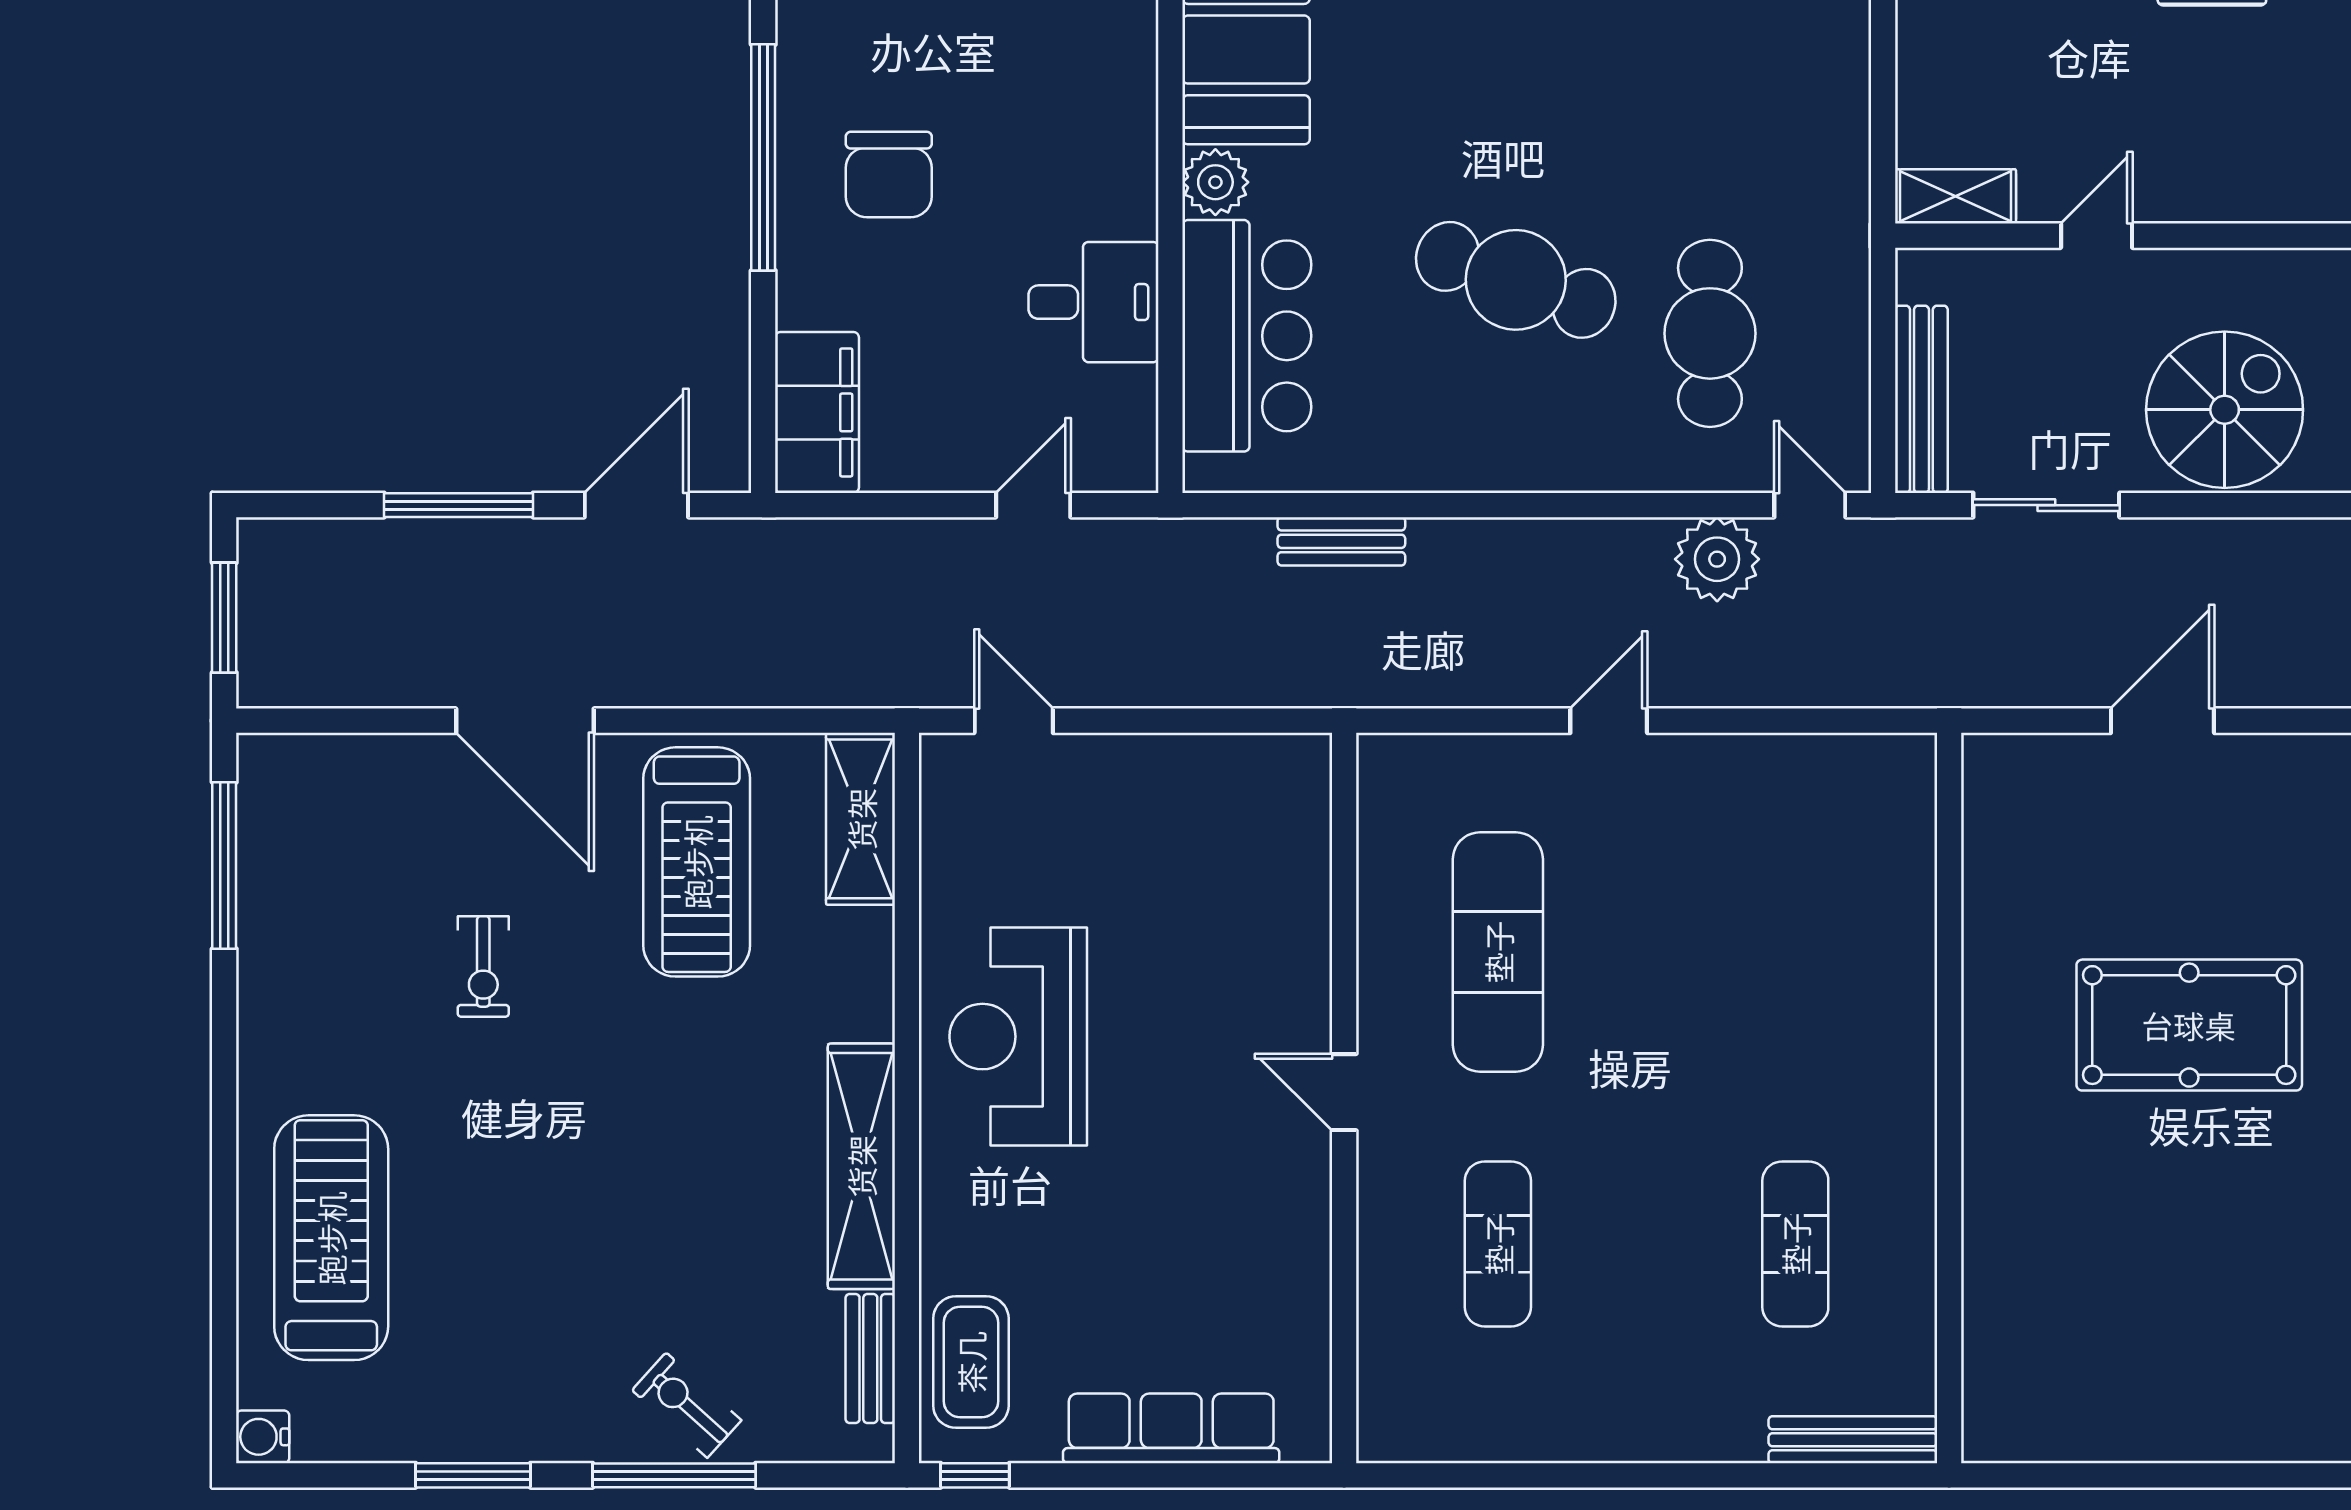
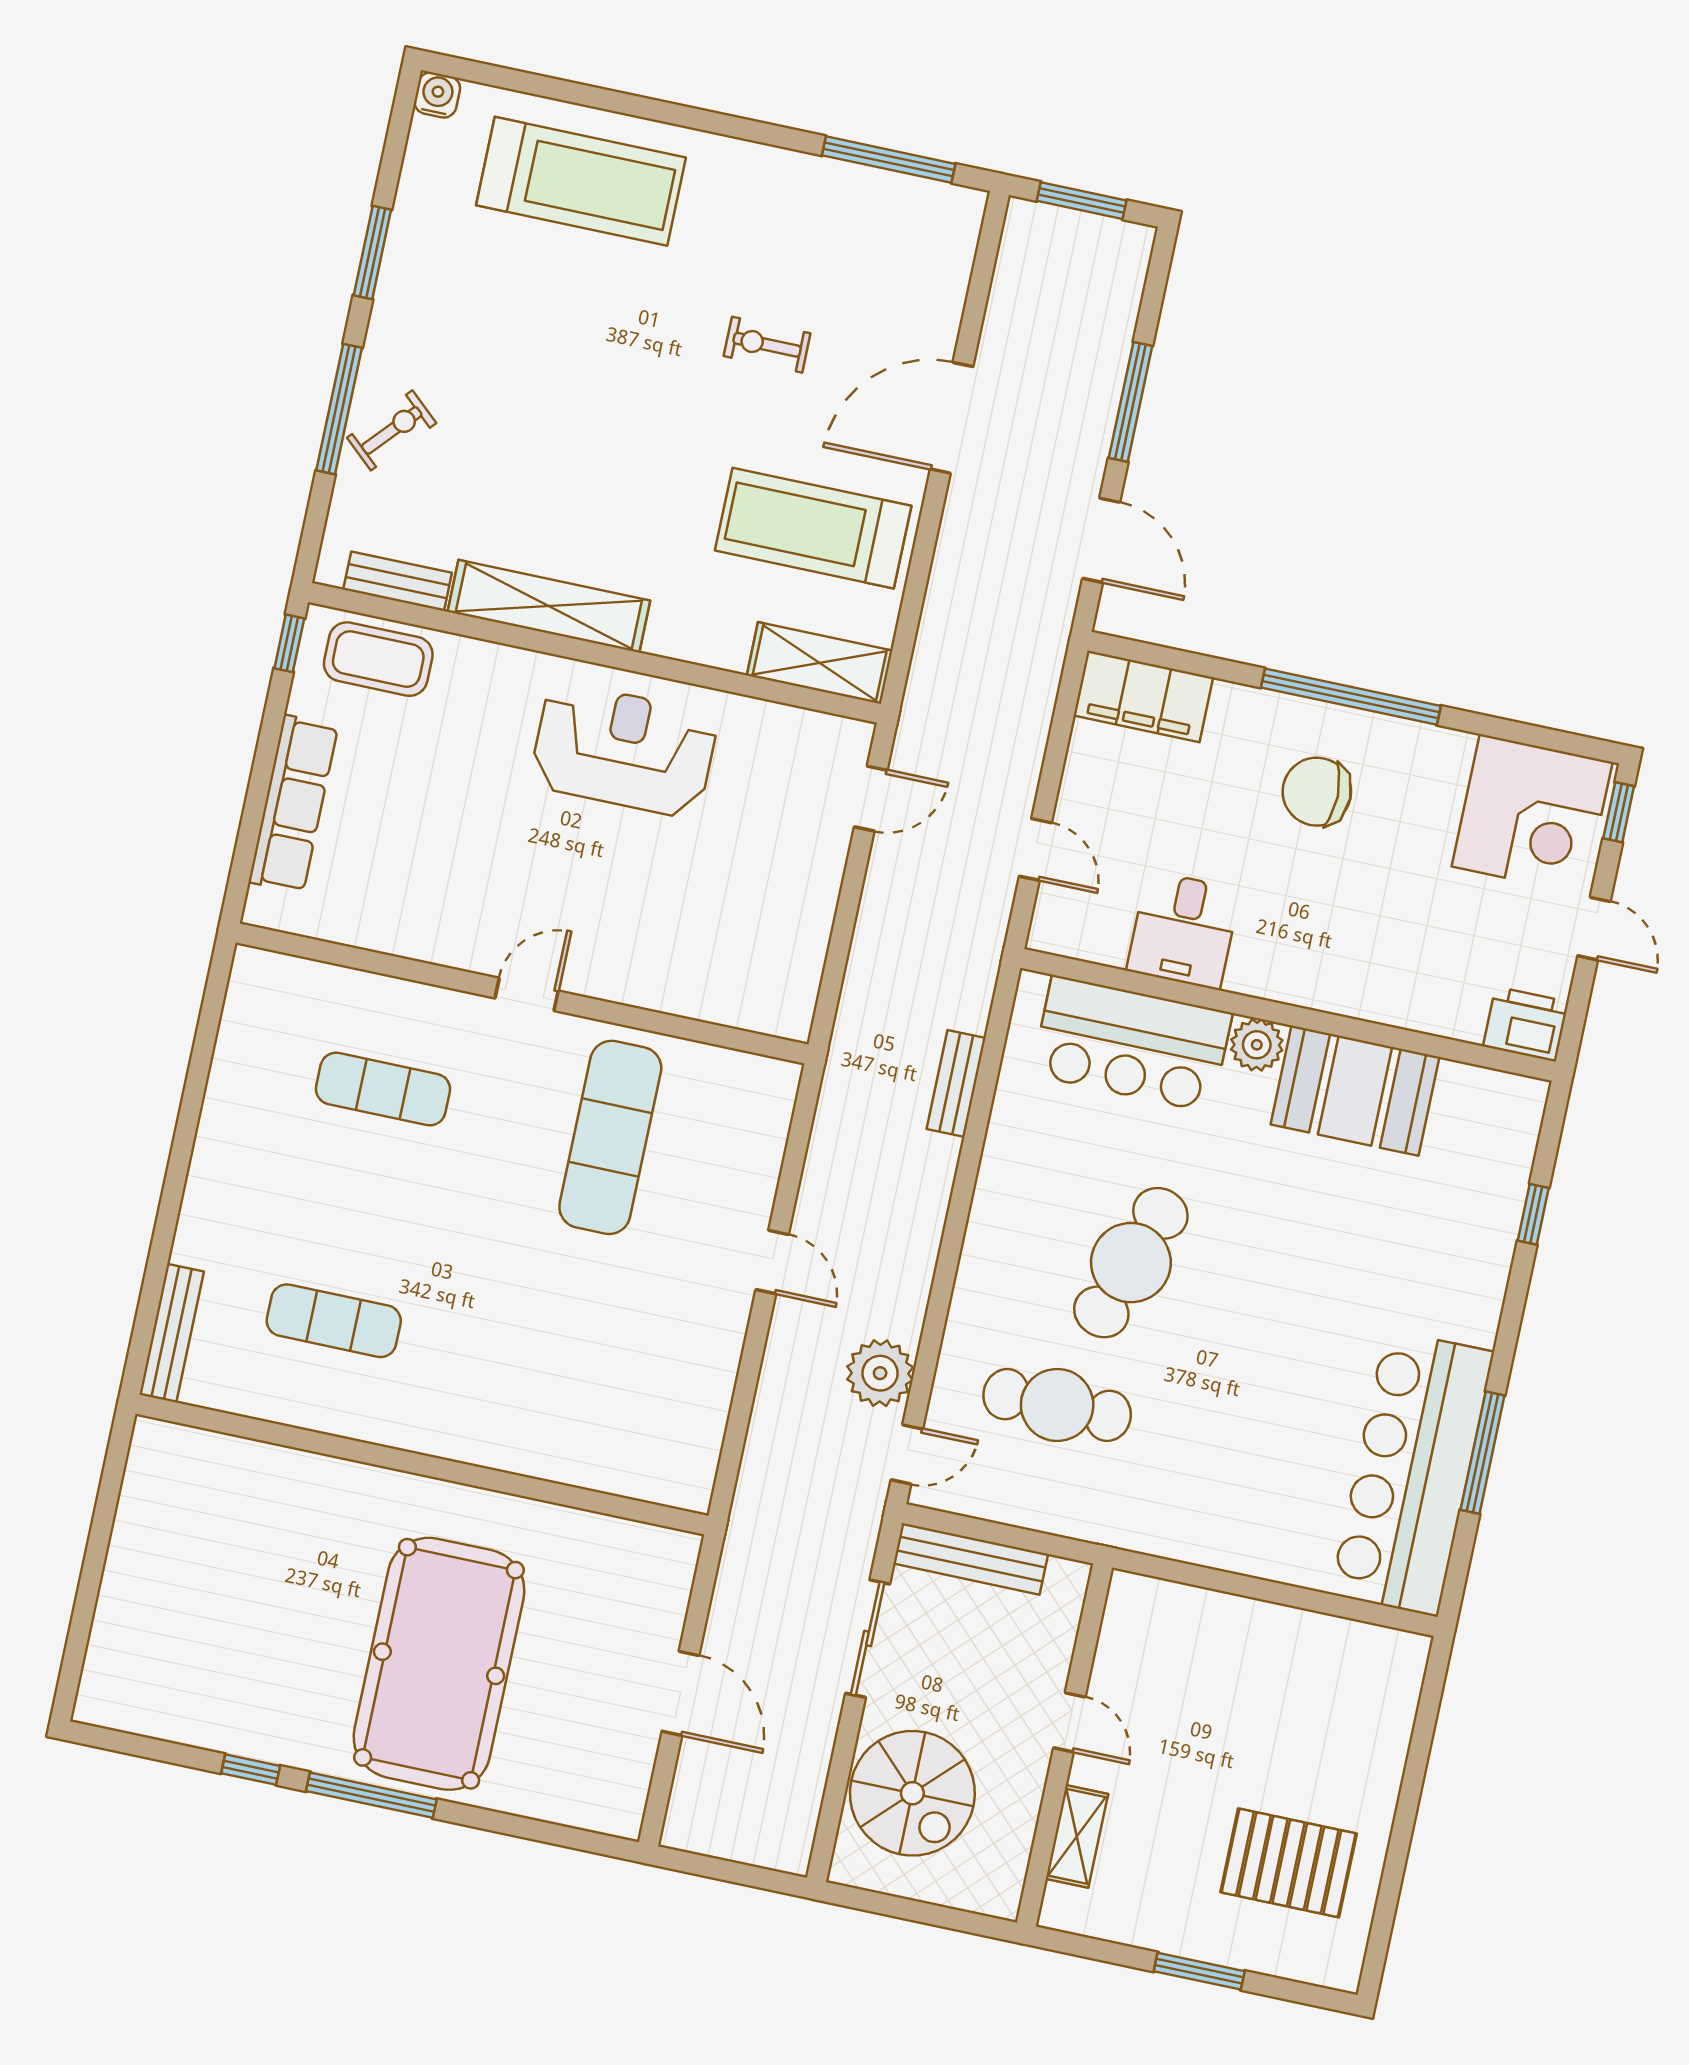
shelving: (1956, 196) -> (1077, 1836), moved
exercise mat: (1498, 952) -> (610, 1137), turned 90
pool table: (2189, 1025) -> (439, 1664), width x1.36, depth x1.32

